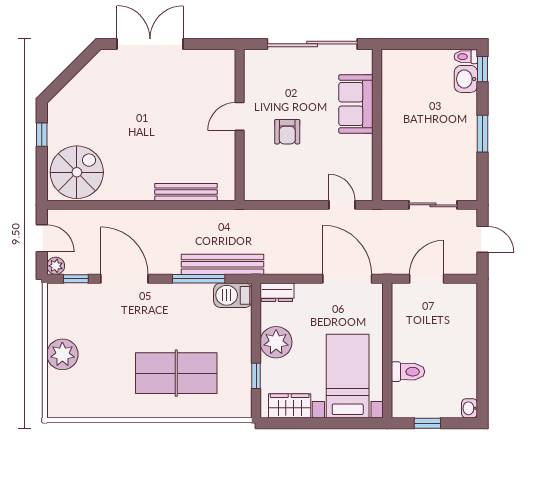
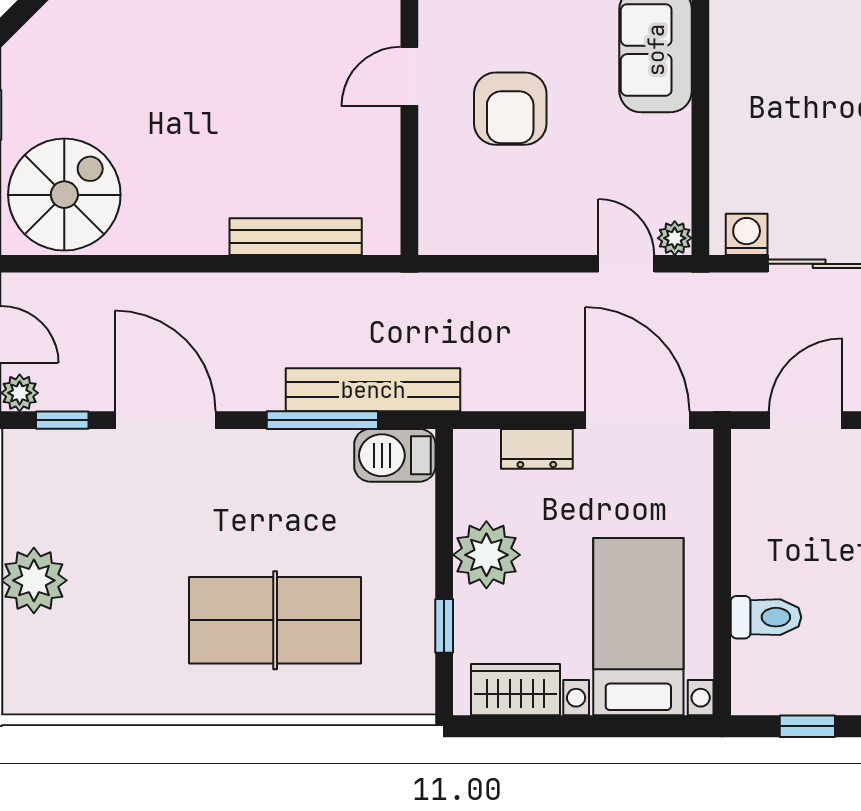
armchair: (287, 132) -> (510, 109), width x1.38, depth x1.38
washing machine: (399, 191) -> (747, 234), added
plant: (365, 193) -> (675, 238), added
dresser: (277, 292) -> (537, 449), moved

